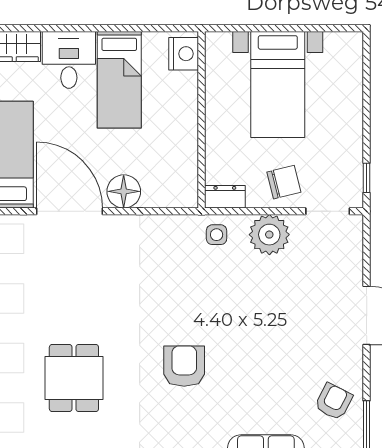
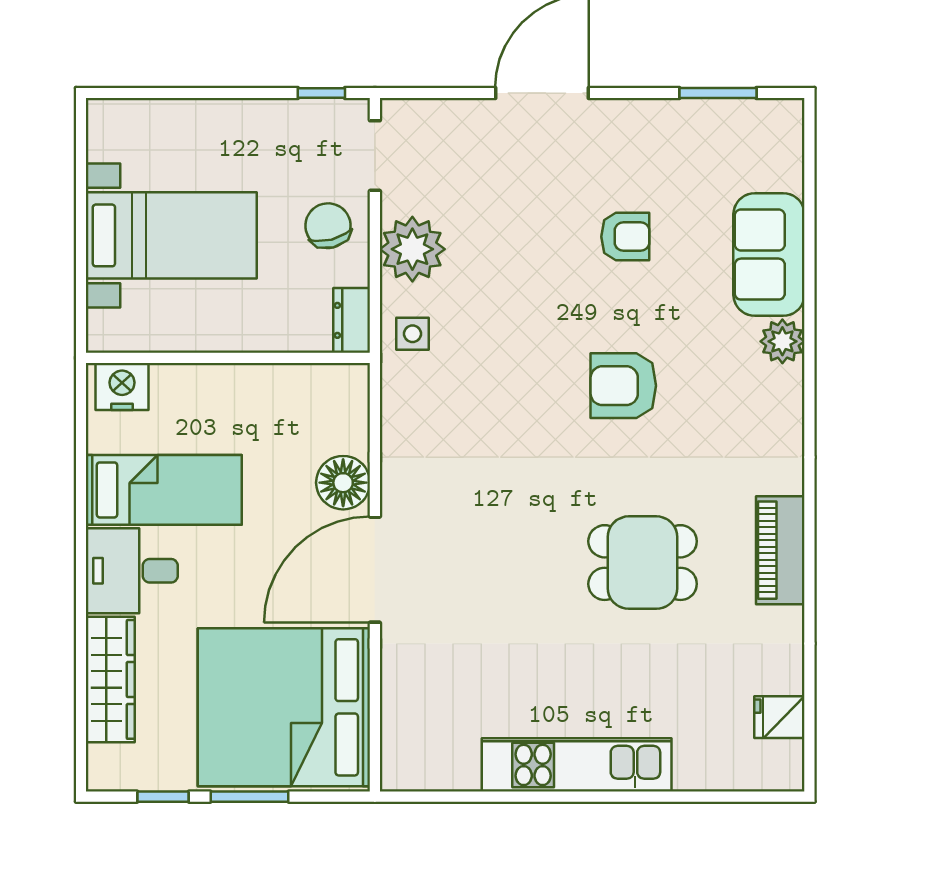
armchair: (334, 402) -> (625, 237), moved, turned 153

